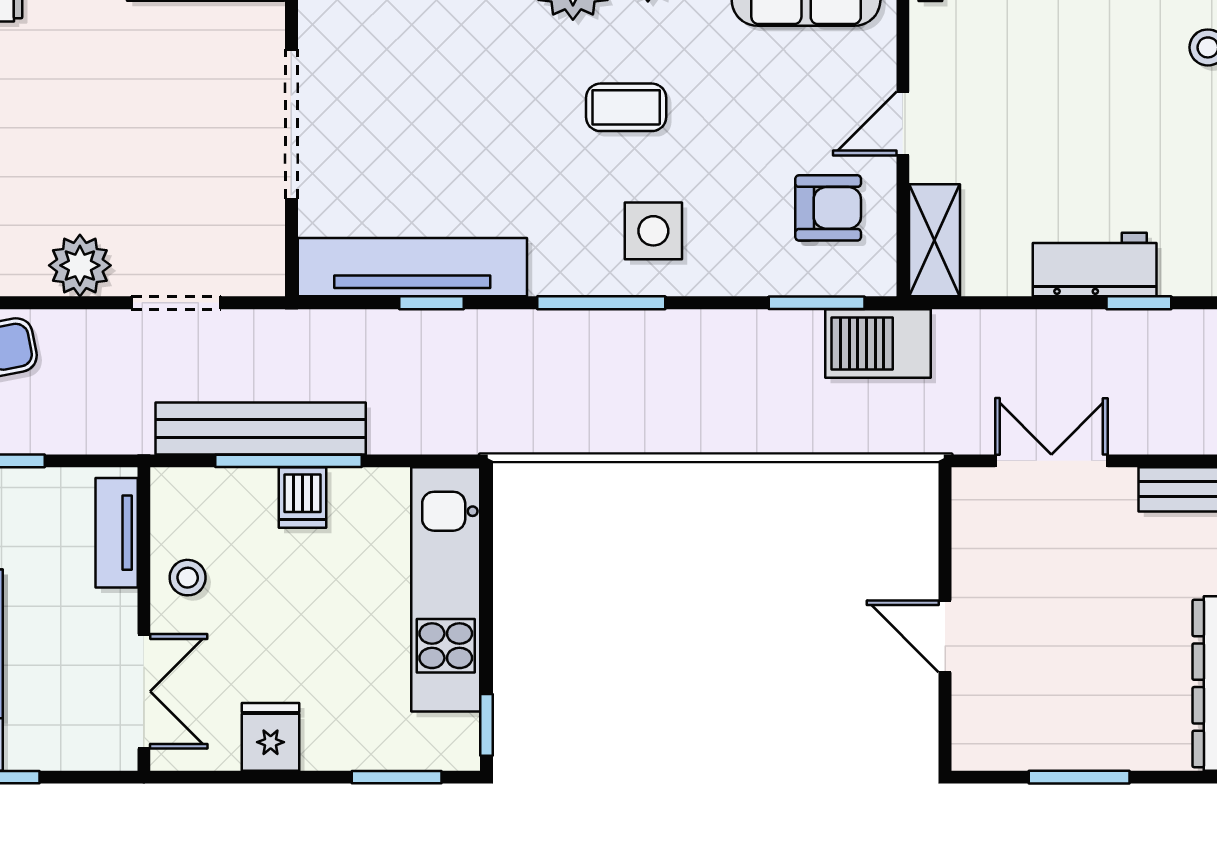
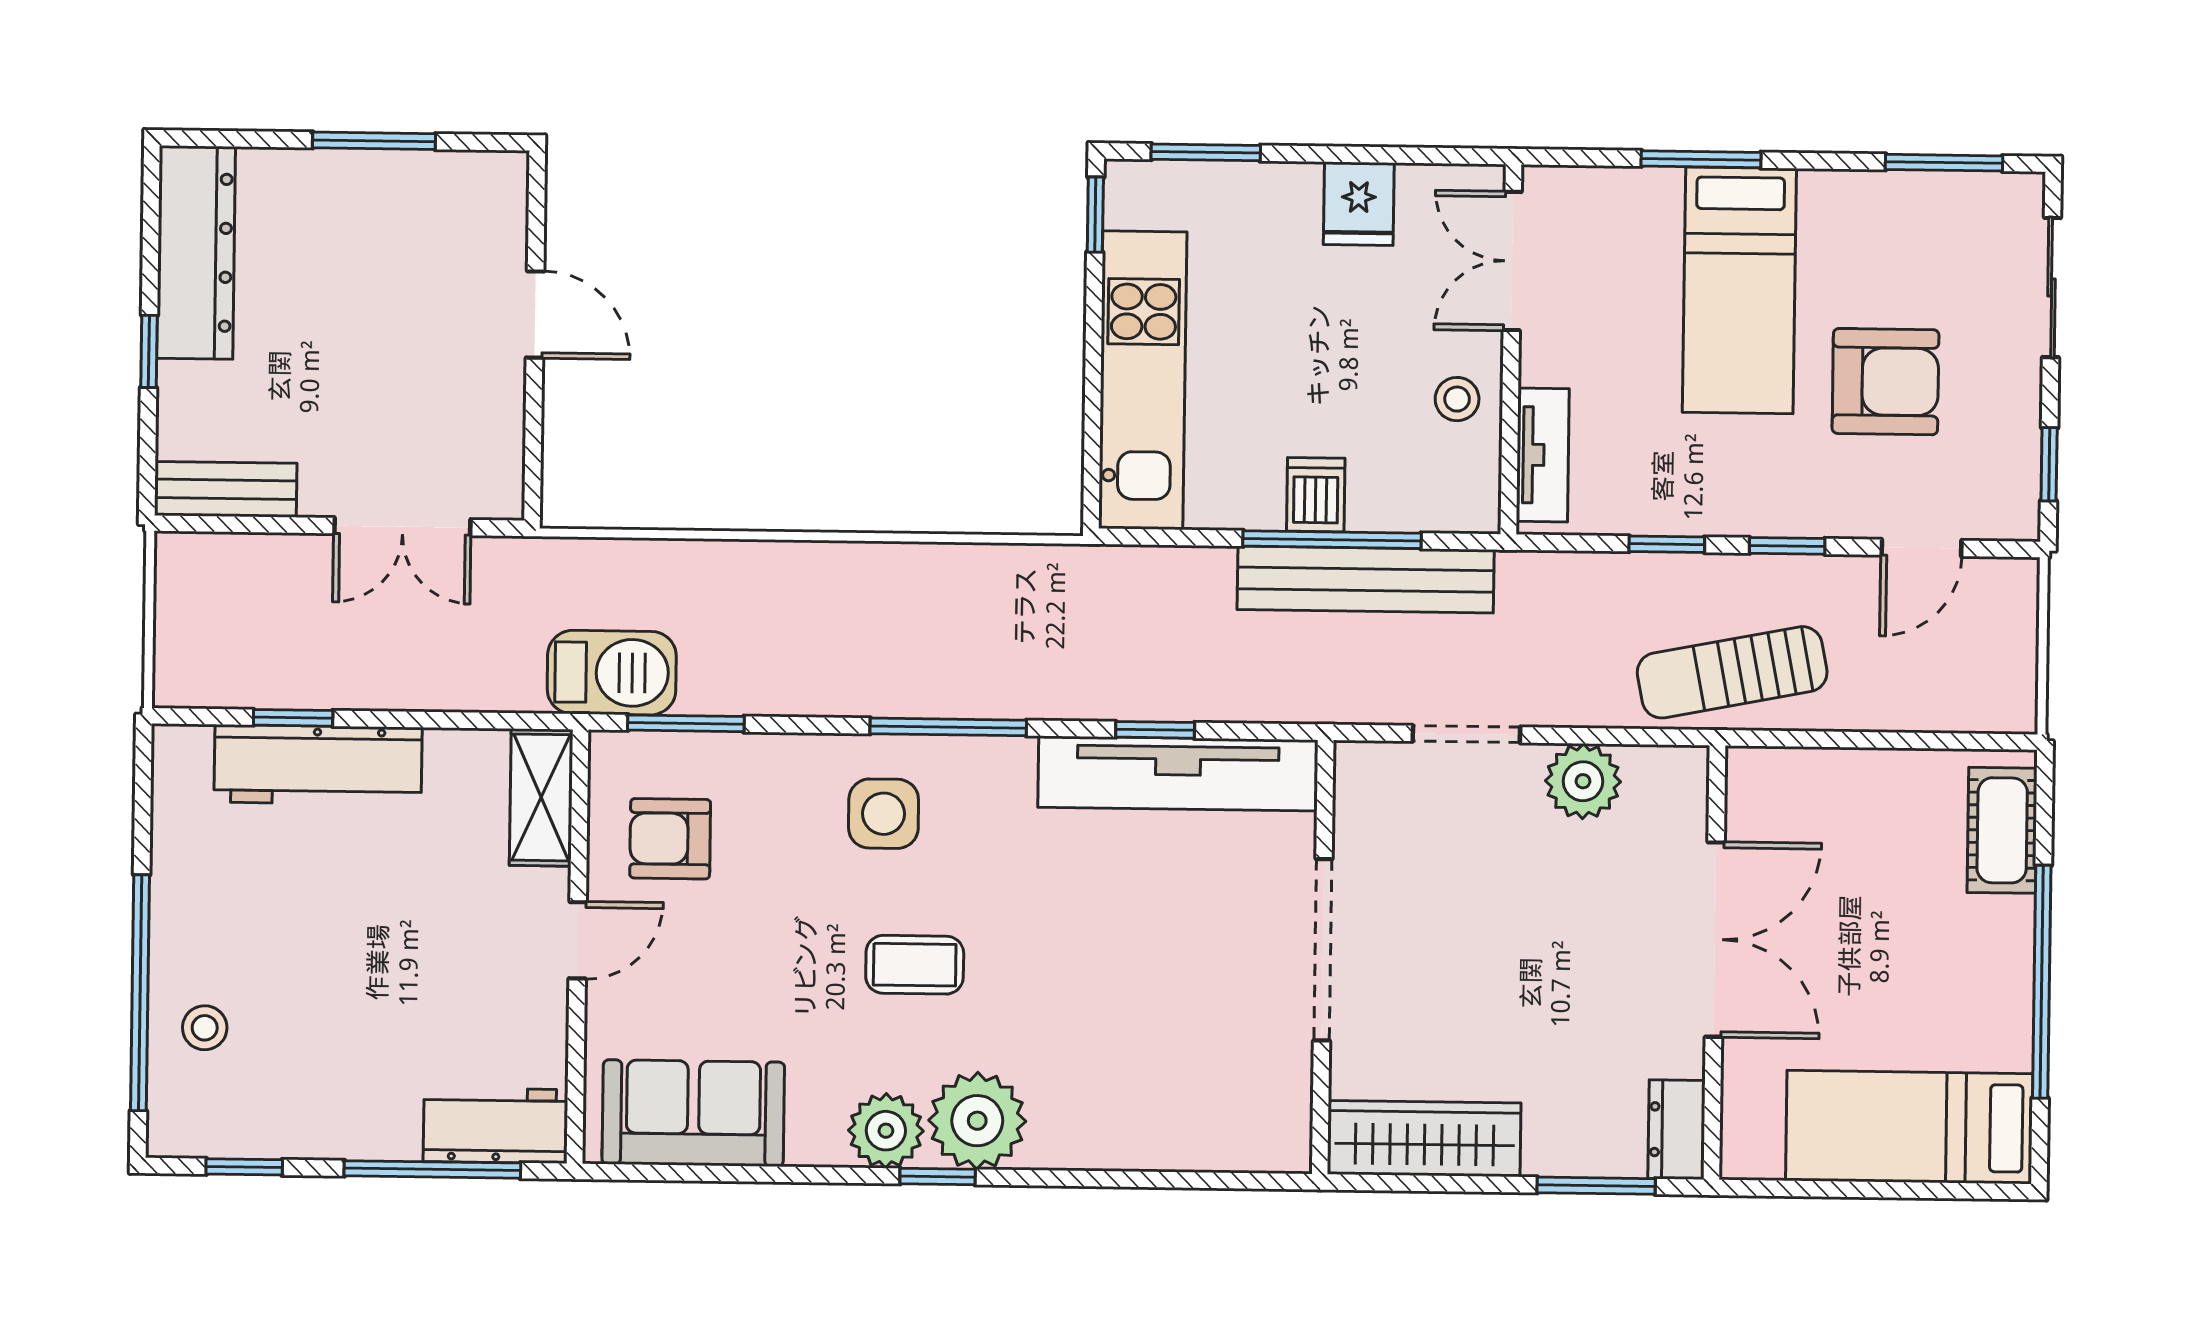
workbench: (1095, 265) -> (318, 765), width x1.38

